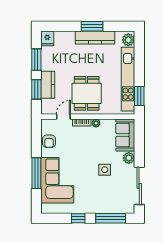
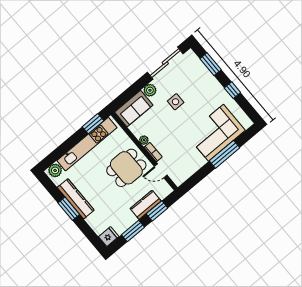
armchair: (49, 141) -> (190, 166), removed
window: (111, 218) -> (211, 64), width x0.69

